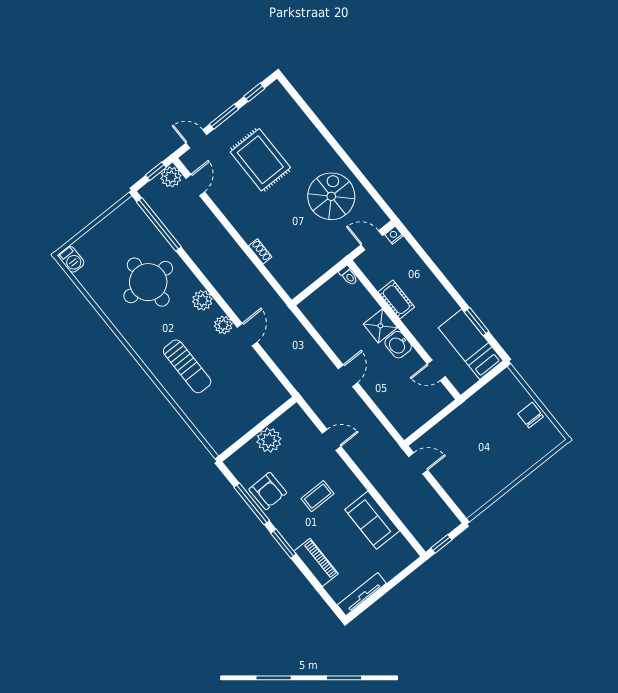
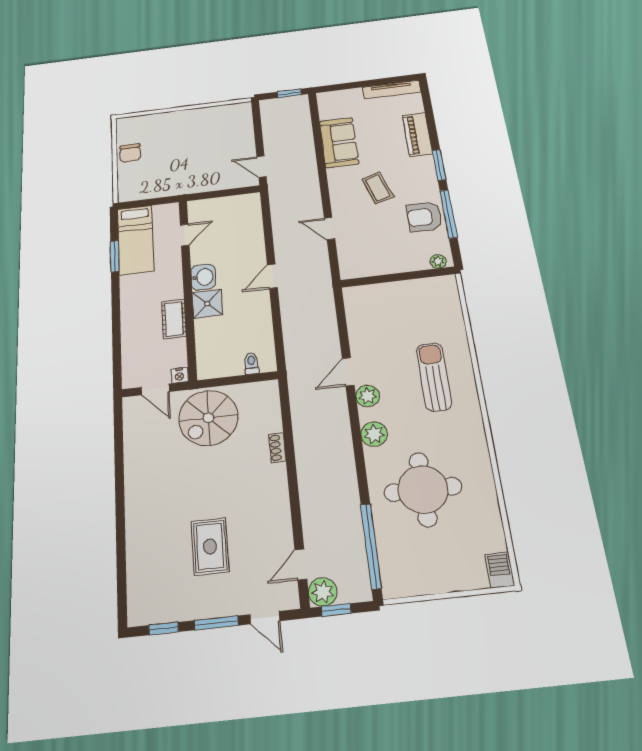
rug: (260, 160) -> (210, 546), width x0.73, depth x0.70
spiral stairs: (331, 196) -> (208, 418), moved
nightstand: (394, 235) -> (179, 375), moved
toilet: (348, 276) -> (252, 363), moved
door: (436, 370) -> (185, 235), hinge flipped
plant: (269, 440) -> (438, 261), moved, width x0.53, depth x0.53
armchair: (268, 491) -> (424, 217), turned -89
coffee table: (318, 496) -> (378, 188), turned 72

